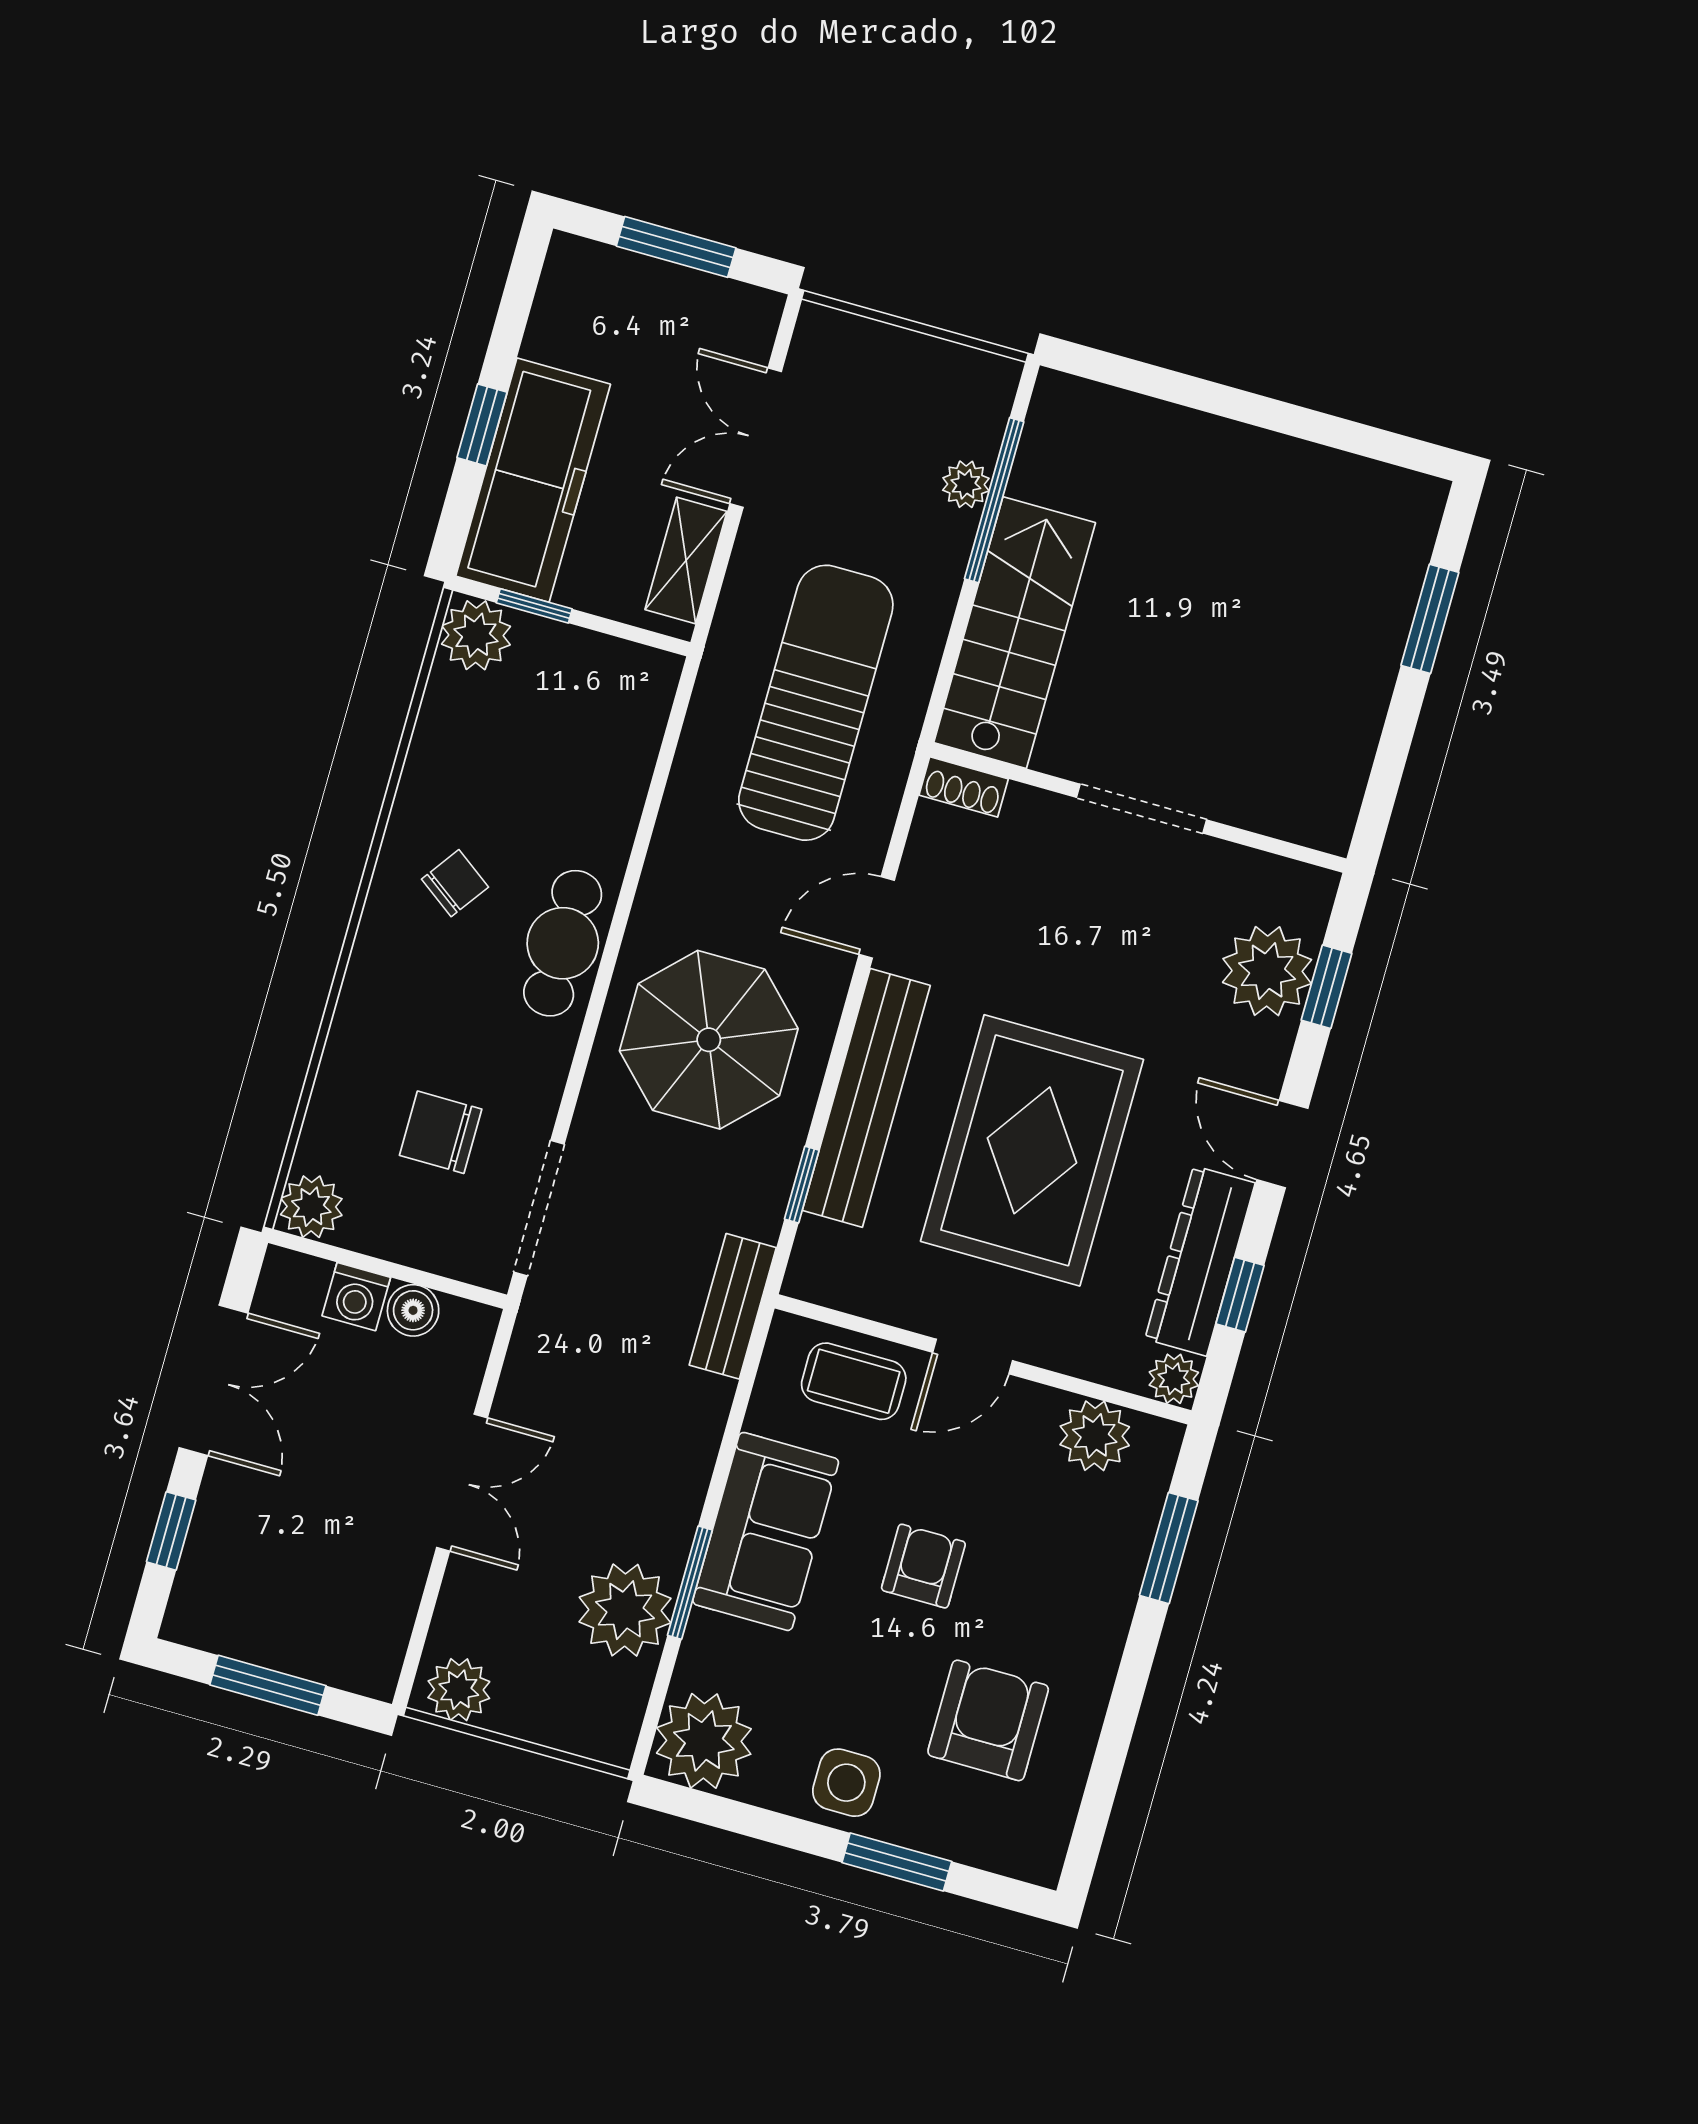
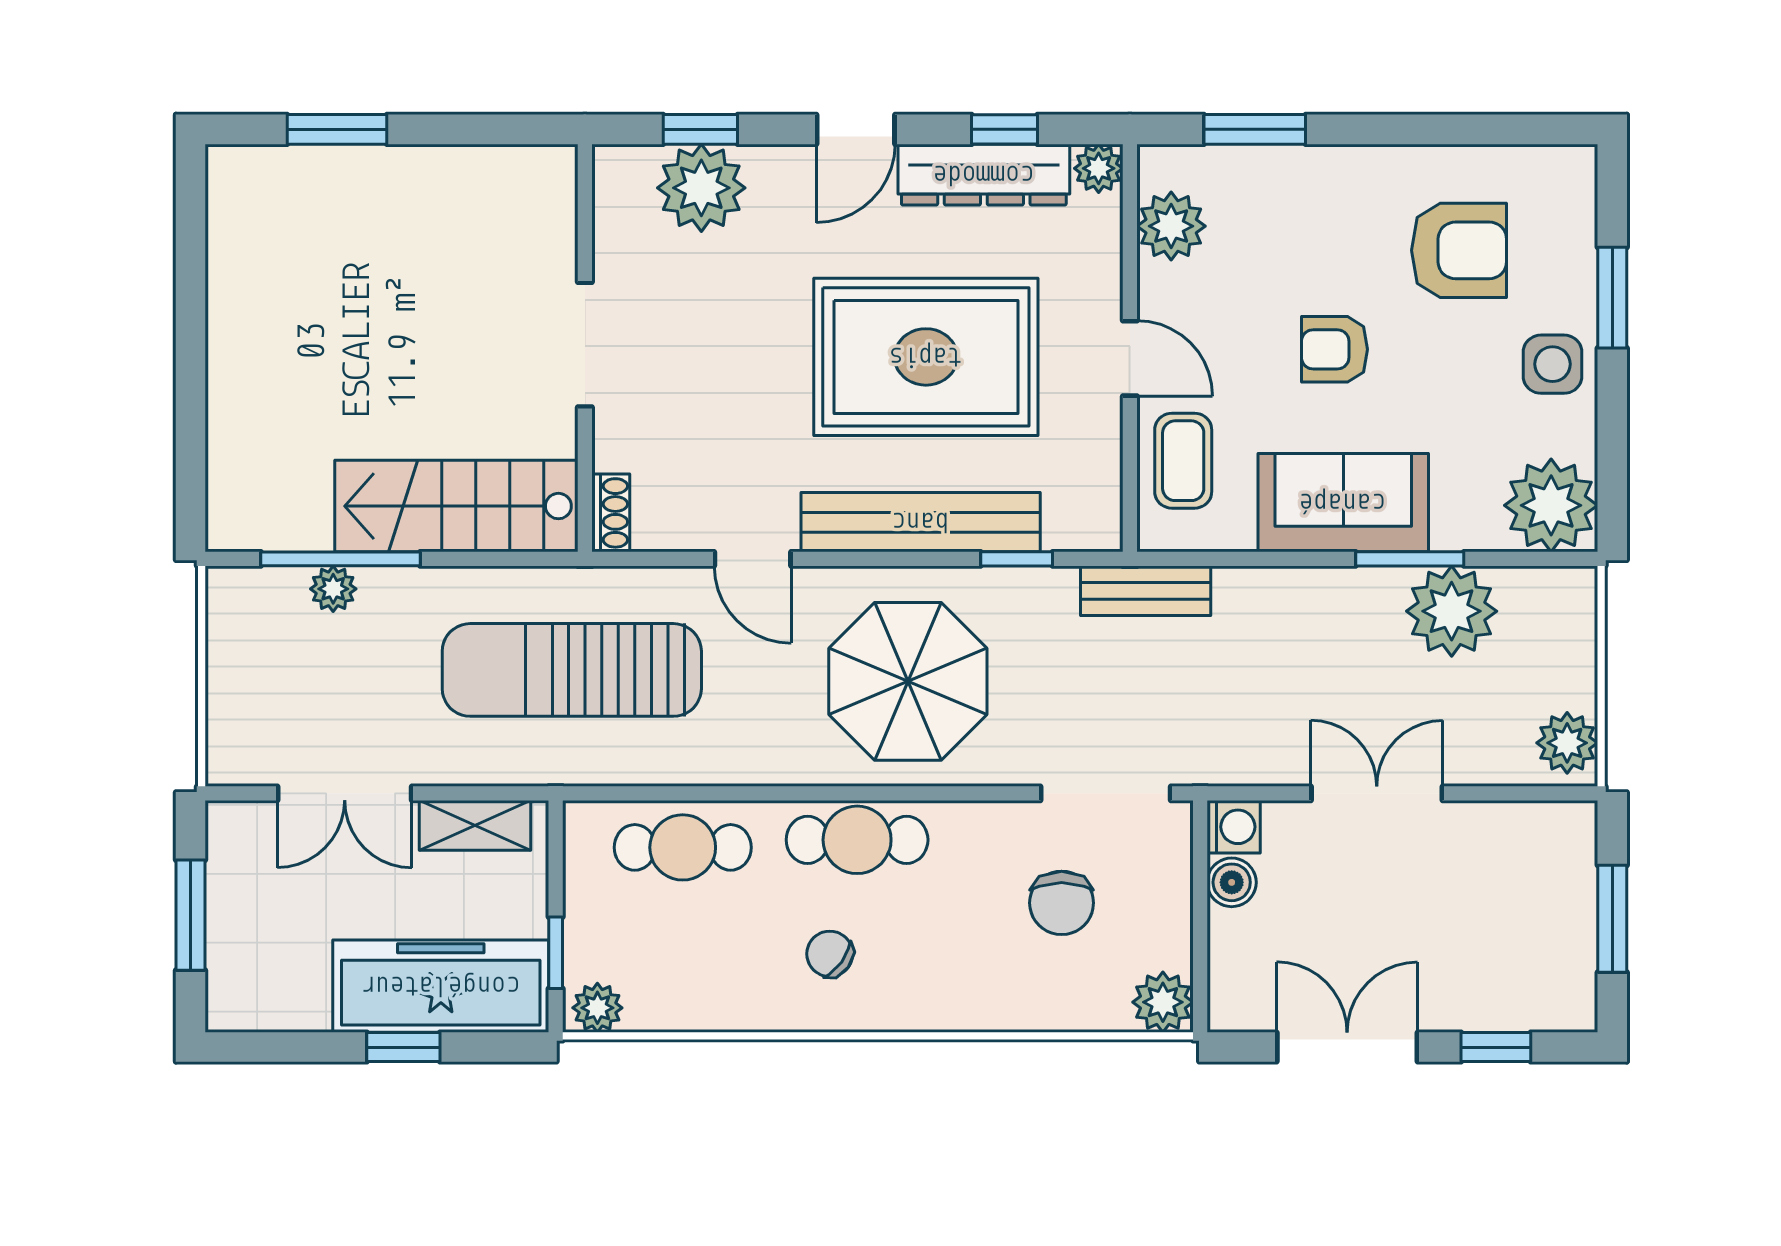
plant: (476, 635) -> (597, 1008), width x0.73, depth x0.73
cafe table: (605, 765) -> (683, 847), added
washing machine: (356, 1297) -> (1234, 827), moved
armchair: (988, 1720) -> (1459, 250), turned 180

